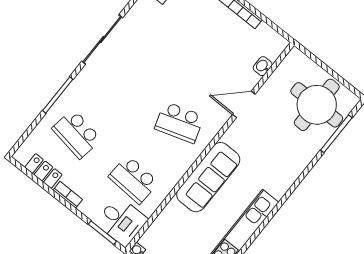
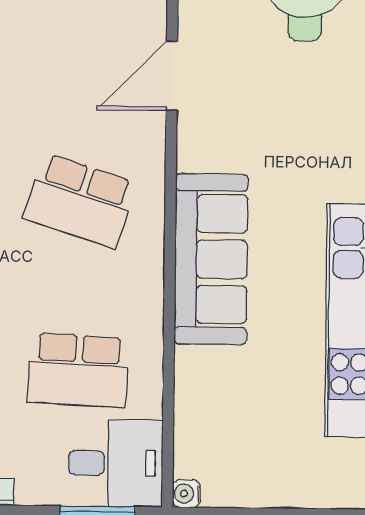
school desk: (179, 122) -> (80, 201), turned 36

